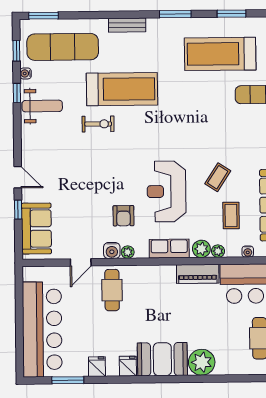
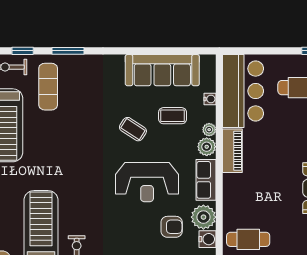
plant: (128, 252) -> (203, 217), width x1.88, depth x1.88

